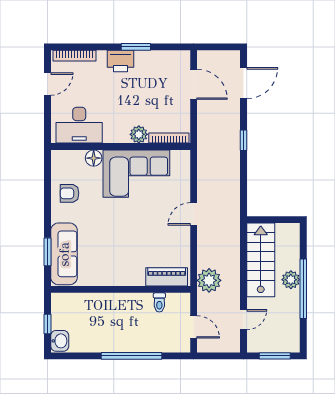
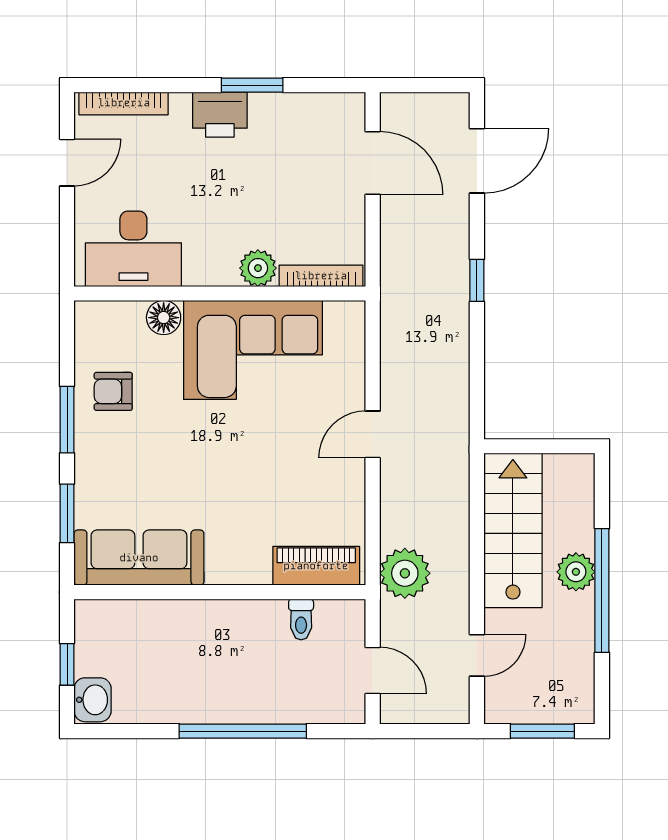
window: (47, 207) -> (67, 420), added
sofa: (64, 254) -> (139, 558), moved, turned -90

